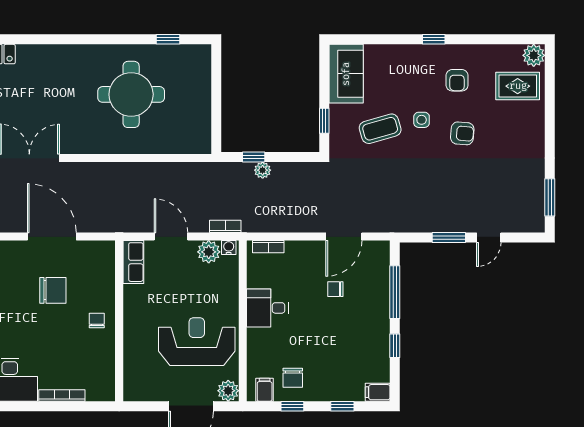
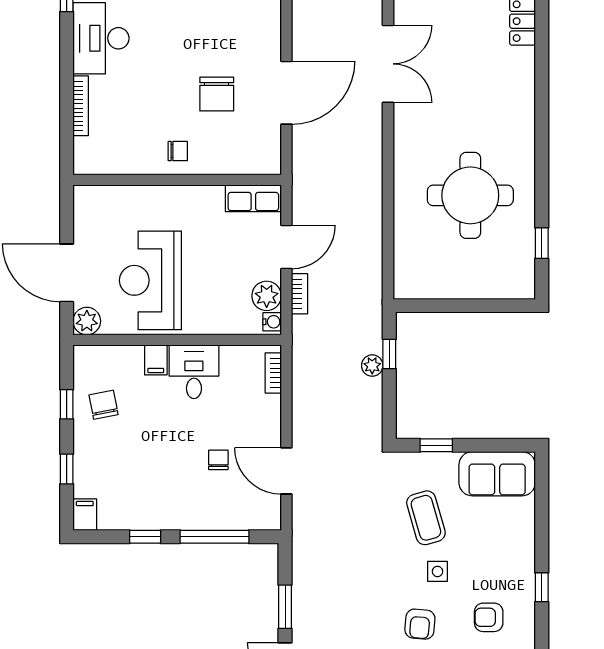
bookcase: (225, 226) -> (300, 294), moved
reception desk: (197, 342) -> (150, 280), turned 180
chair: (293, 378) -> (104, 405), turned 79
filing cabinet: (265, 390) -> (156, 360), moved, turned 90

